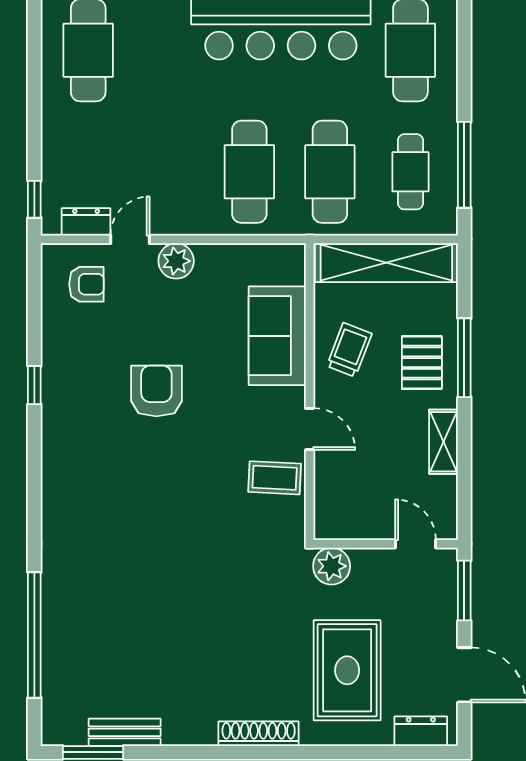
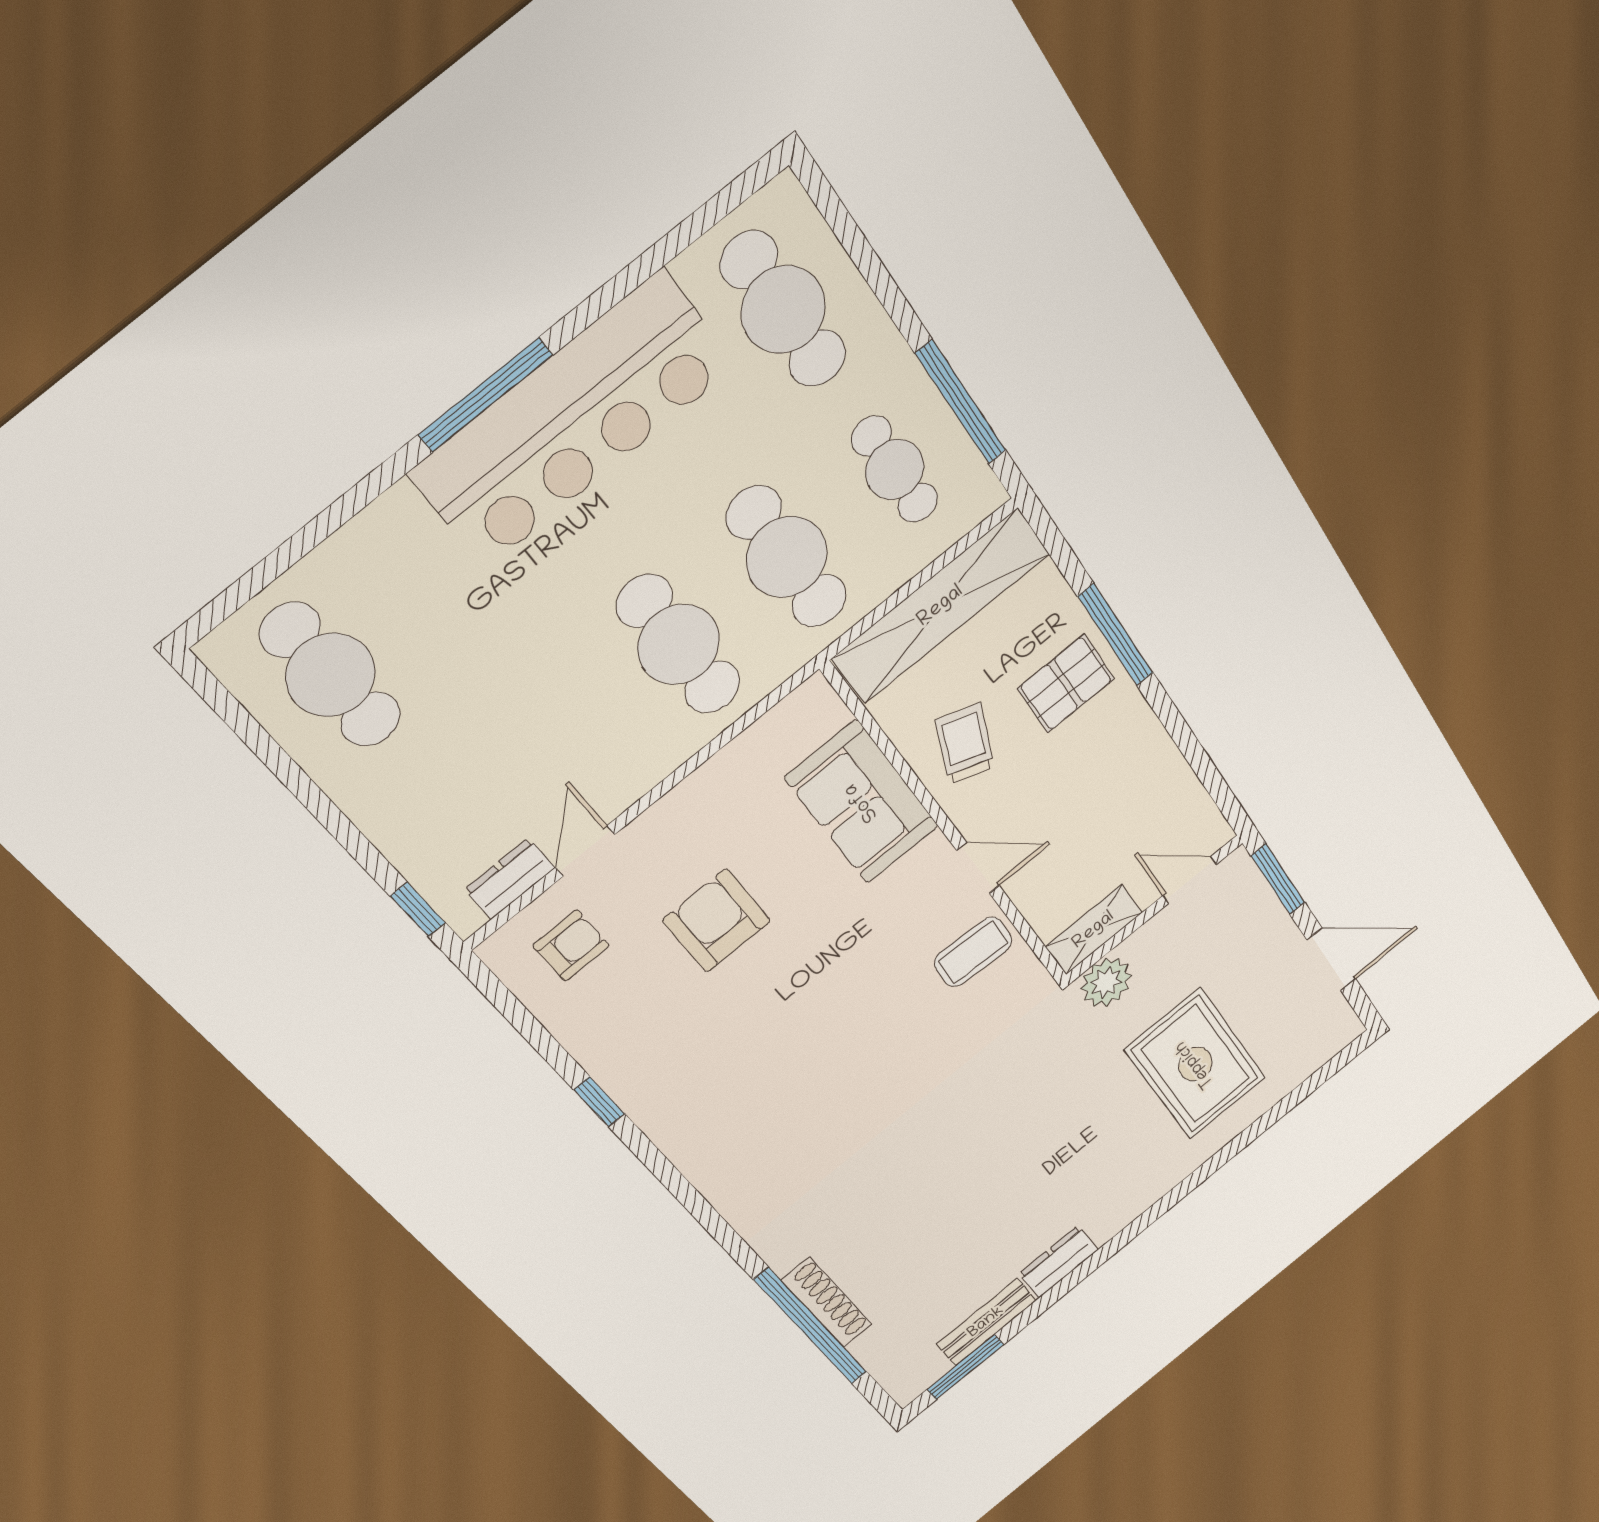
plant: (176, 261) -> (666, 826), removed
pallet: (422, 363) -> (1066, 684), turned 90
armchair: (156, 391) -> (717, 921), moved
shelving: (444, 442) -> (1094, 930), moved, turned 90
dresser: (421, 731) -> (1058, 1262), moved
shoe rack: (259, 734) -> (827, 1302), moved, turned 90

